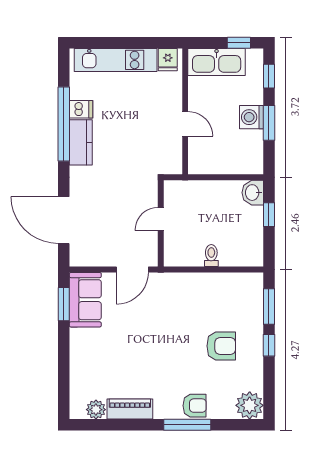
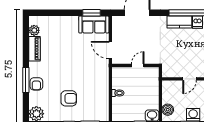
boiler: (242, 164) -> (168, 110), added
door: (161, 219) -> (138, 65), hinge flipped
armchair: (221, 346) -> (69, 98), turned -90

